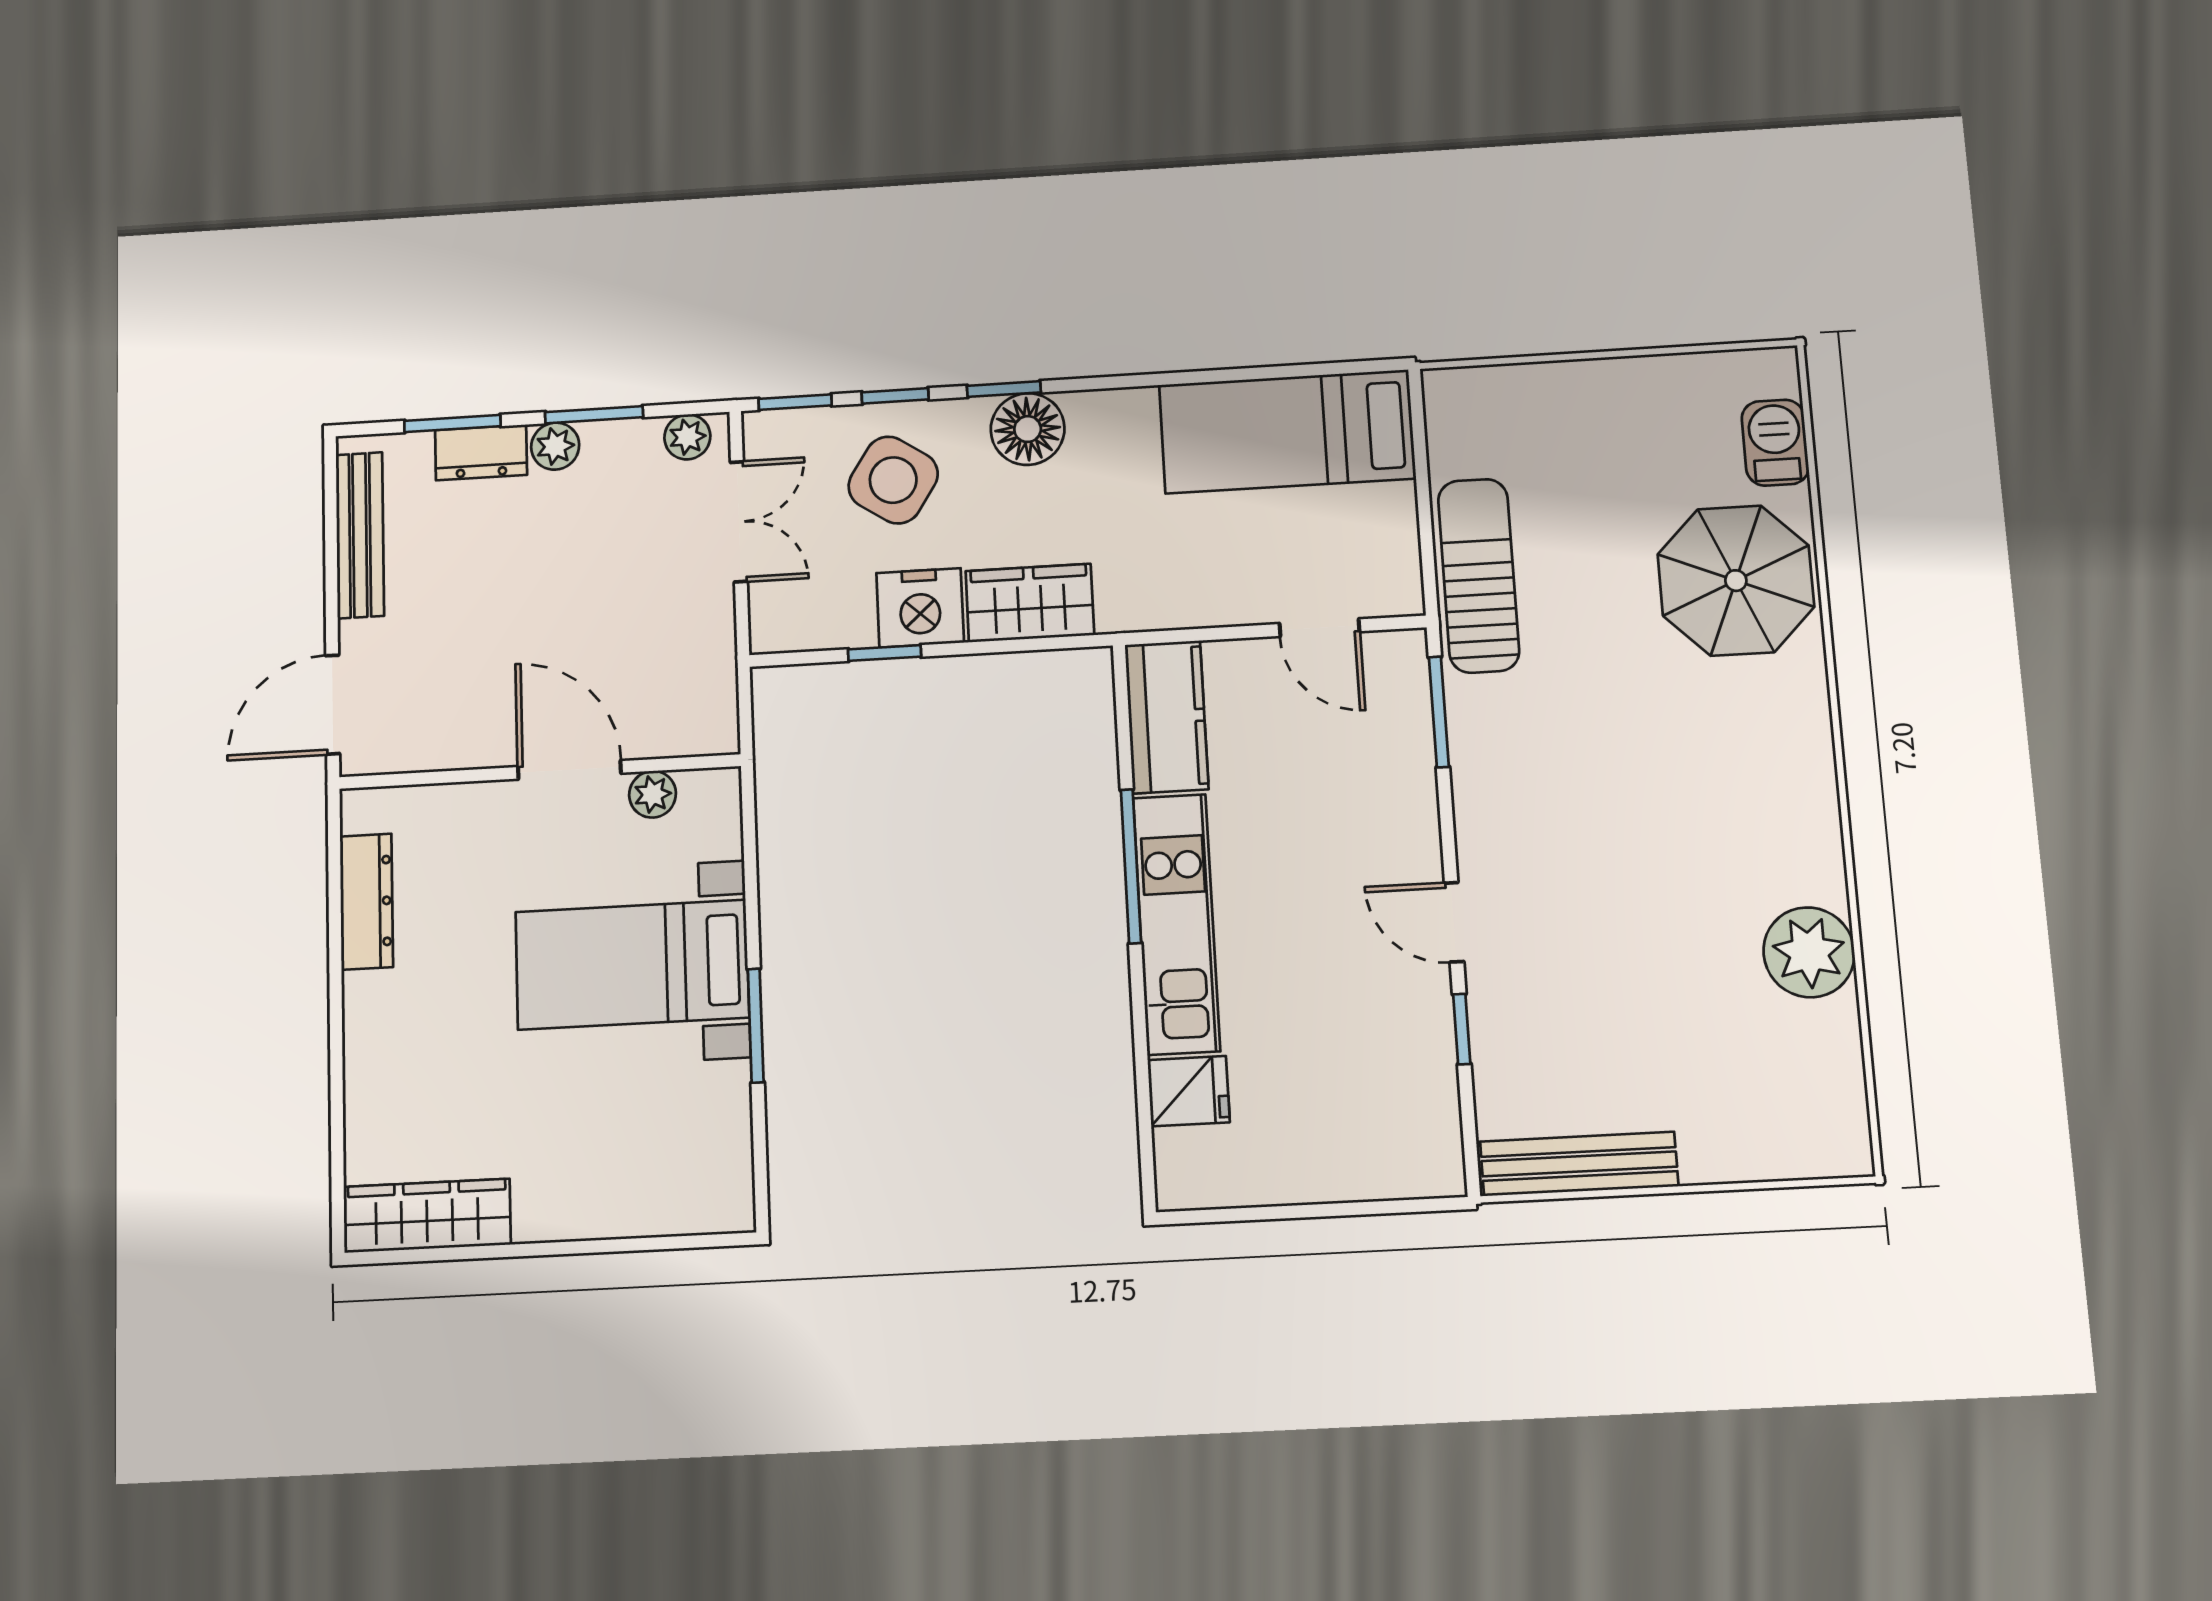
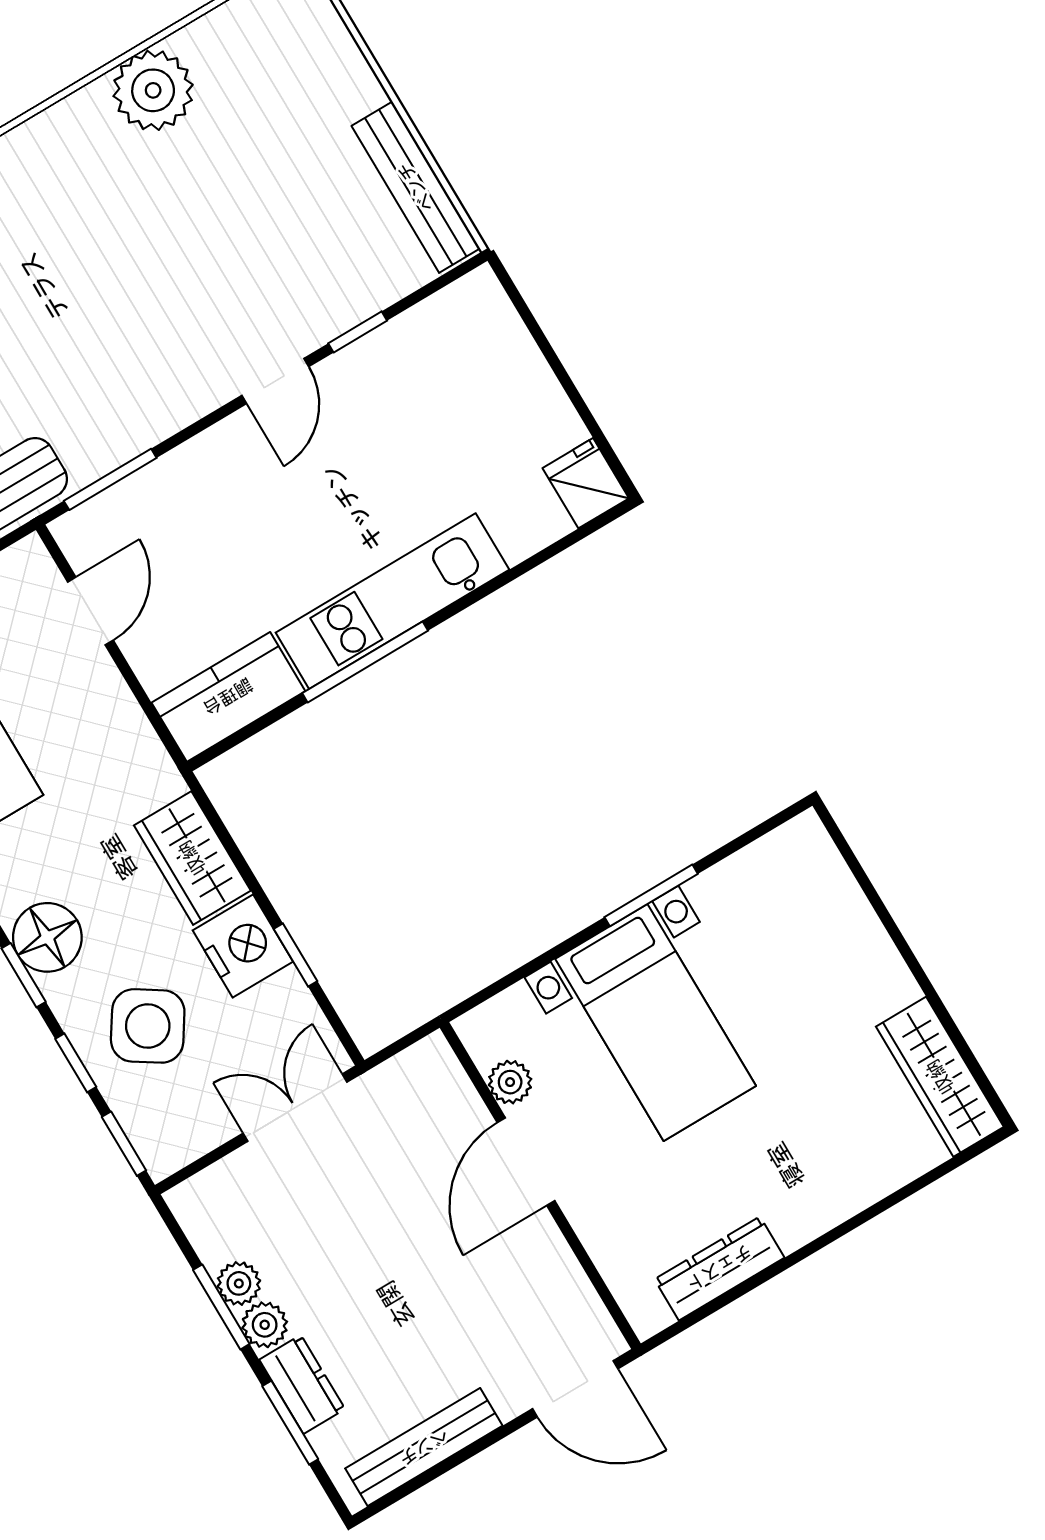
plant: (687, 437) -> (239, 1283), moved
double door: (739, 522) -> (295, 1108), moved
fridge: (1189, 1091) -> (586, 483), moved

